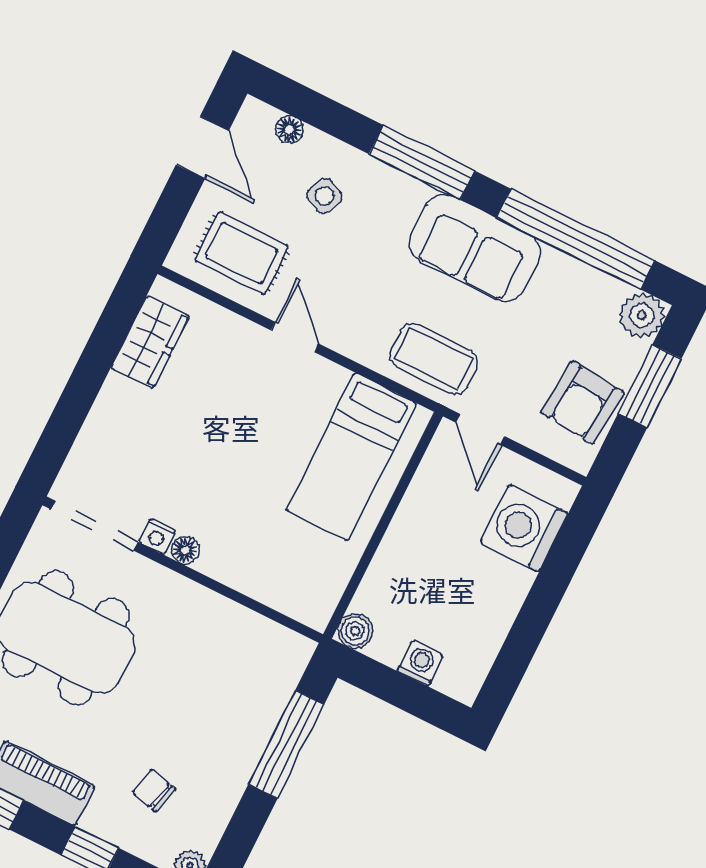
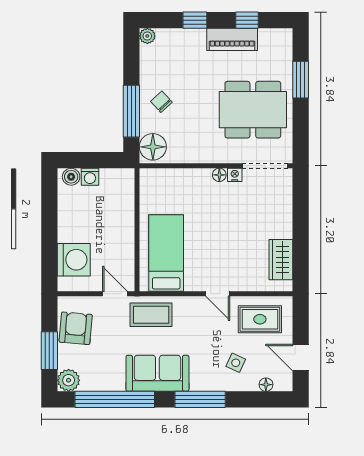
boiler: (355, 631) -> (71, 177), moved
floor lamp: (280, 661) -> (153, 147), added
chair: (154, 791) -> (161, 102), moved, turned -147

